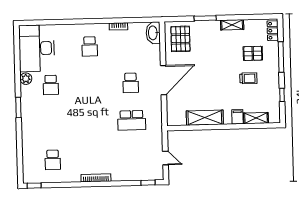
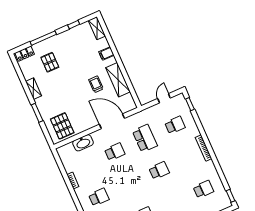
washbasin: (153, 33) -> (83, 143), moved
pallet: (180, 39) -> (62, 126), turned 90
trolley: (248, 78) -> (96, 84), moved
door: (163, 80) -> (112, 121), moved
shelving: (256, 118) -> (97, 28), moved
school desk: (92, 121) -> (159, 170), added
school desk: (133, 158) -> (175, 125), added

